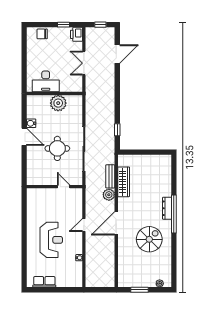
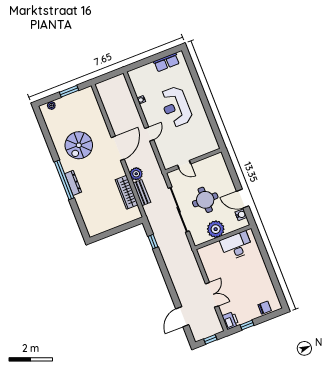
desk: (46, 81) -> (236, 246), moved
wall: (55, 93) -> (223, 237), moved
plant: (58, 103) -> (216, 229), moved

